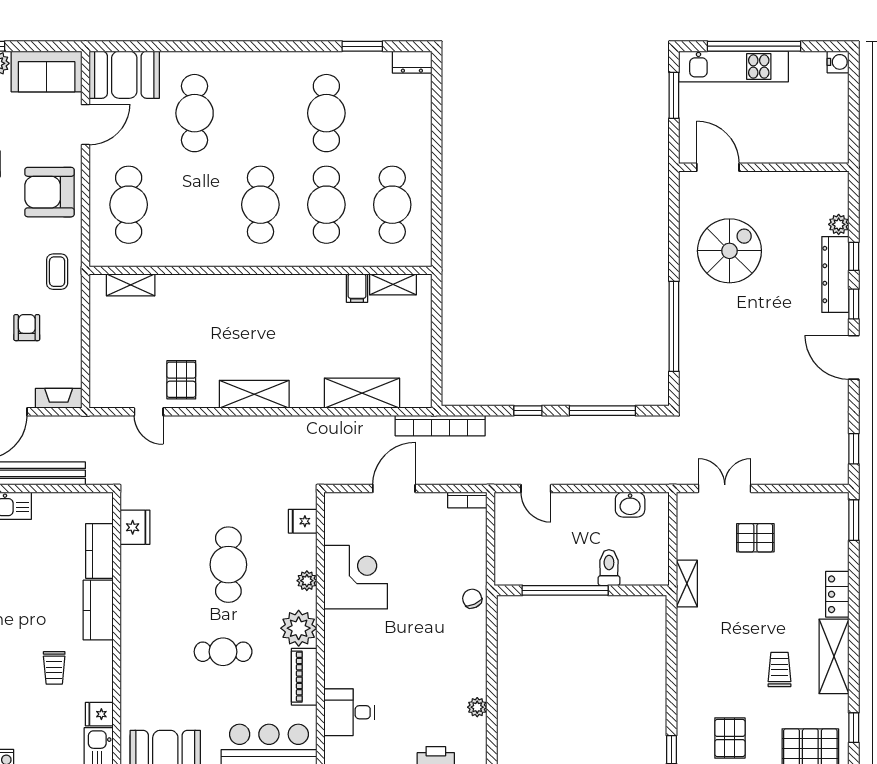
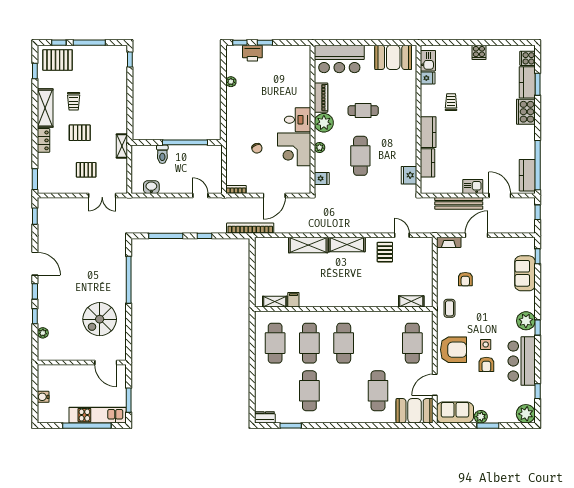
water cooler: (838, 62) -> (43, 397), moved
dresser: (835, 275) -> (45, 307), removed
shelving: (362, 393) -> (308, 245), moved
chair: (472, 599) -> (257, 148), moved
desk: (349, 712) -> (298, 120), moved
pallet: (730, 738) -> (80, 133), moved, turned 90

